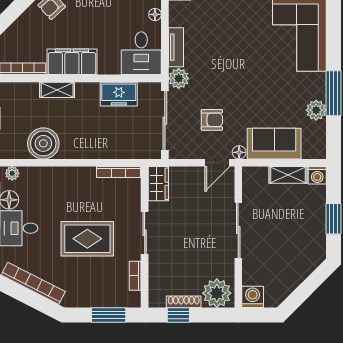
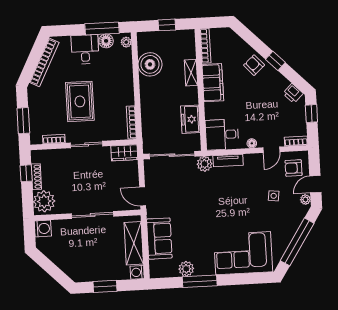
armchair: (212, 120) -> (175, 191), removed
floor lamp: (239, 152) -> (151, 212), removed
shelving: (288, 175) -> (134, 243), width x1.50, depth x1.33

